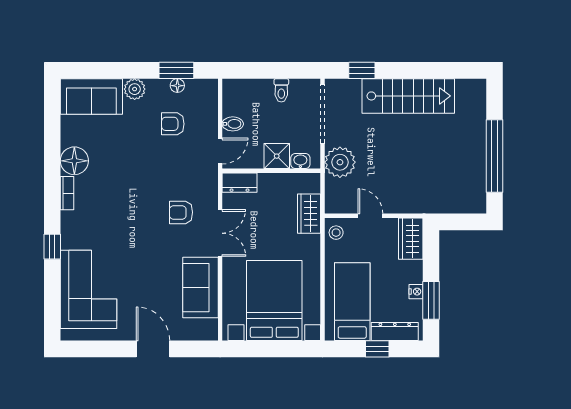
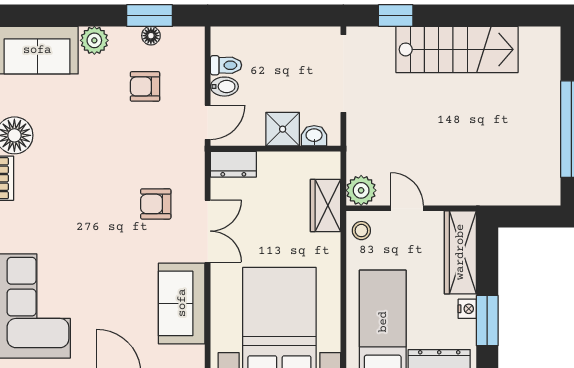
toilet: (281, 90) -> (226, 65), moved, turned -90
plant: (340, 162) -> (361, 190), moved, width x0.73, depth x0.73
wardrobe: (411, 239) -> (460, 252), width x1.50

